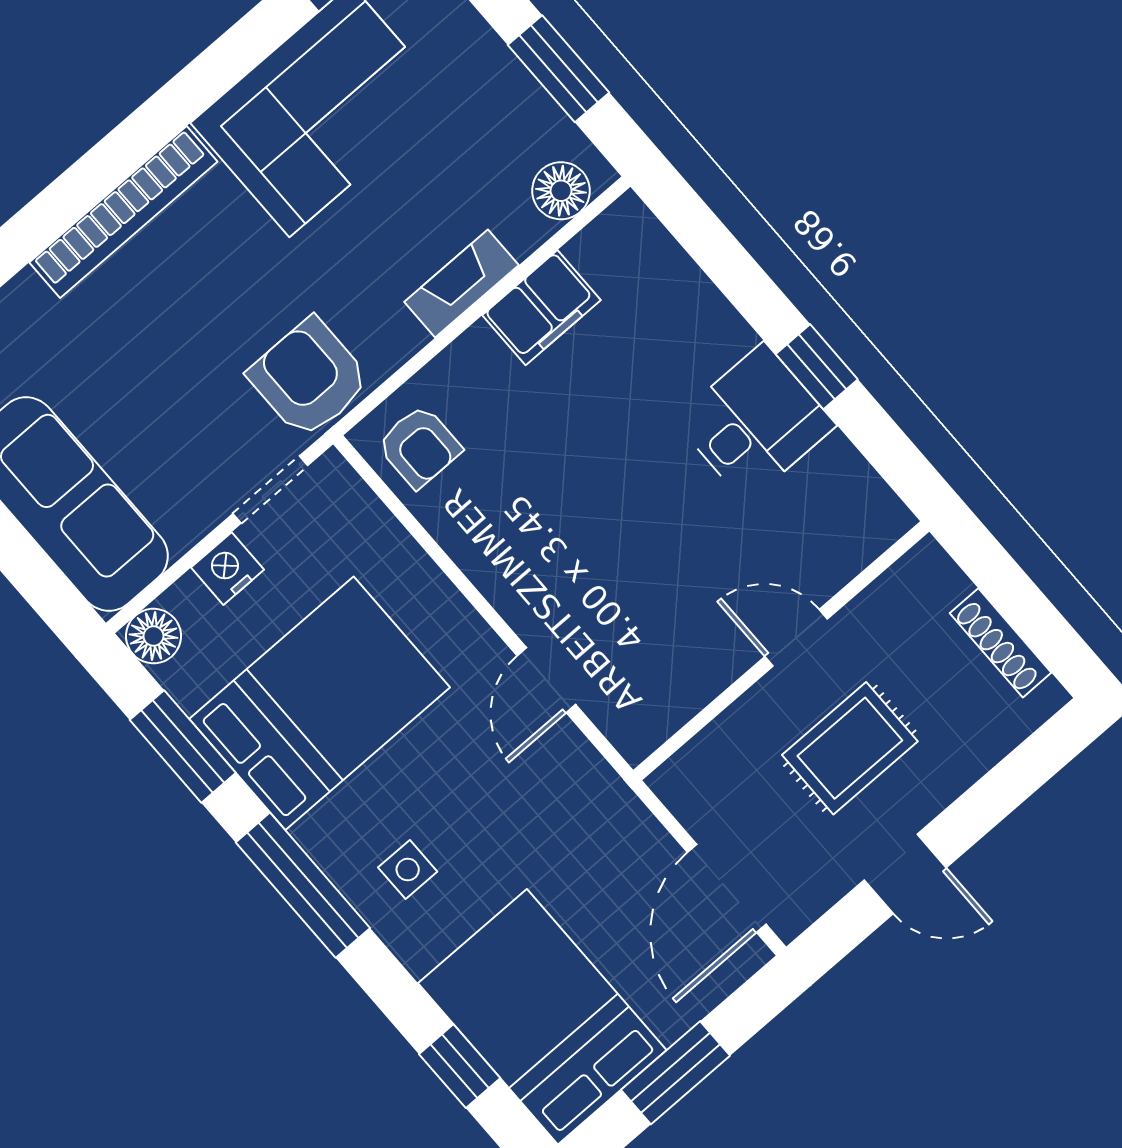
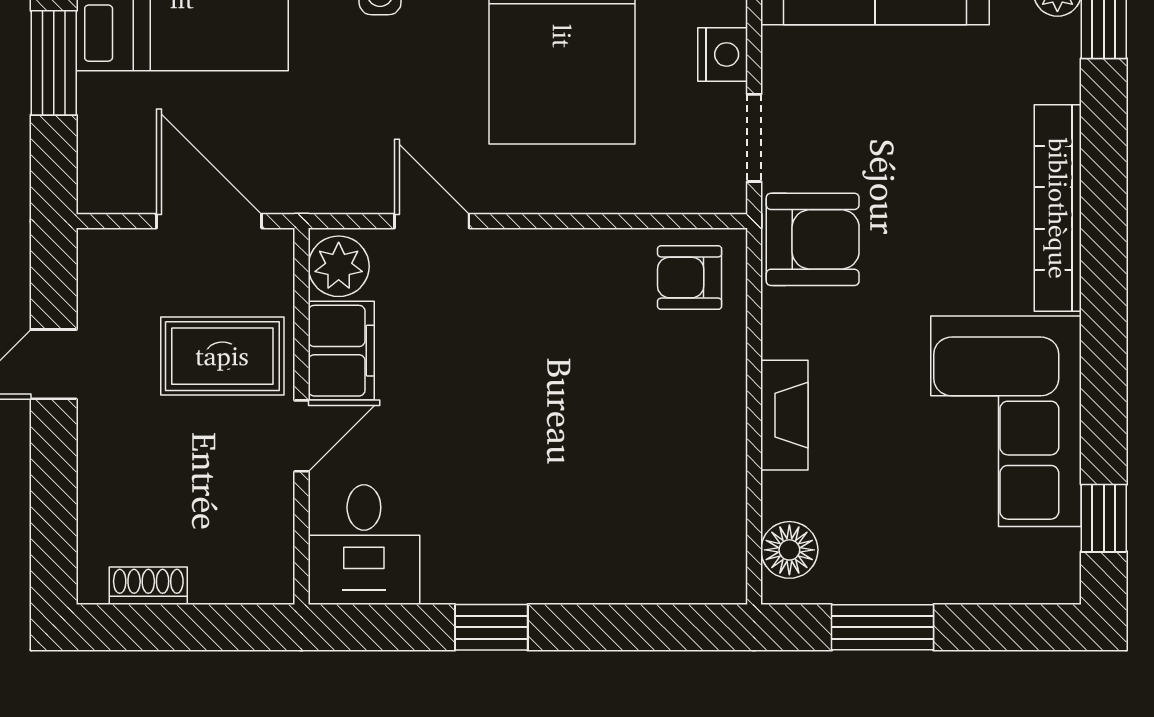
filing cabinet: (541, 308) -> (341, 351), moved, turned 180
desk: (755, 423) -> (364, 545), moved
shoe rack: (1001, 643) -> (148, 586), width x0.70
plant: (642, 721) -> (339, 266), added
rug: (850, 748) -> (222, 356), moved, turned 90
door: (727, 888) -> (209, 221), moved

